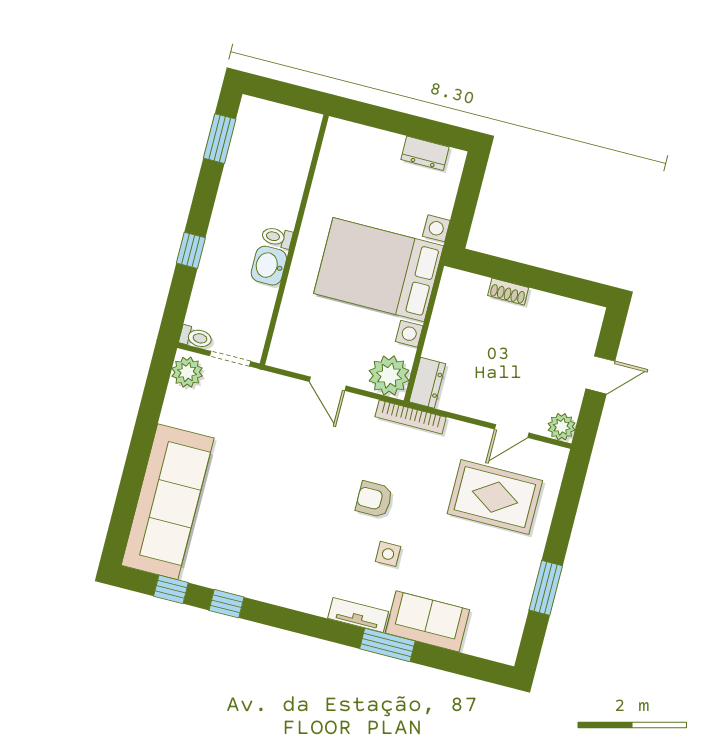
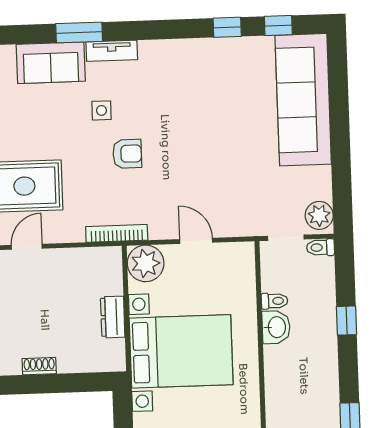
toilet: (277, 237) -> (274, 301), moved
shoe rack: (508, 292) -> (39, 366), moved
dresser: (427, 383) -> (113, 317), moved

